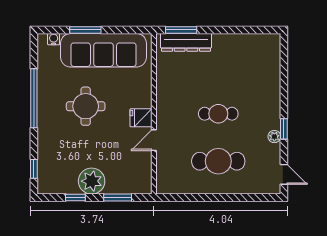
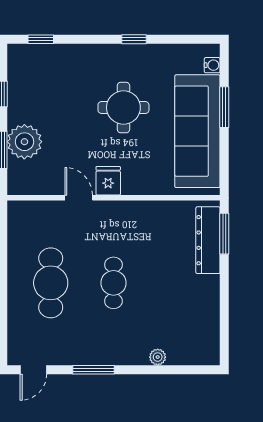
window: (34, 98) -> (134, 39), width x0.32
window: (284, 129) -> (93, 370), width x1.50
plant: (274, 137) -> (158, 357), moved
plant: (92, 181) -> (24, 142), moved

